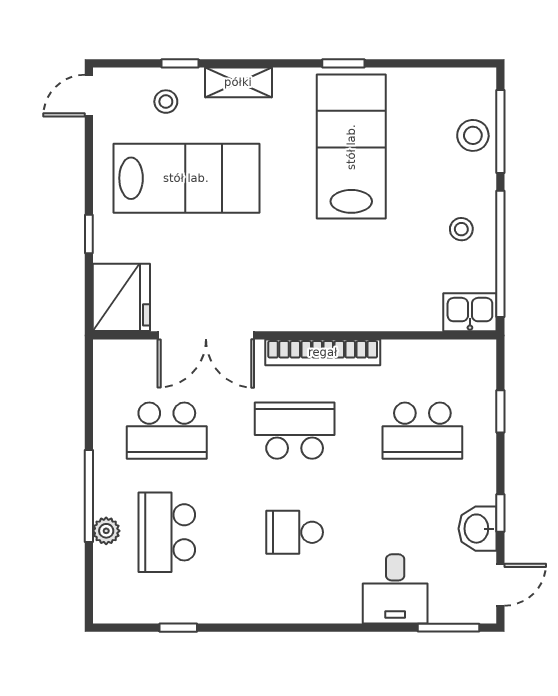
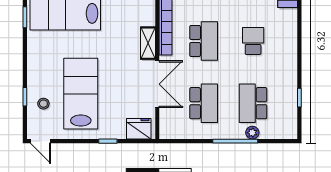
shelving: (238, 82) -> (148, 43), moved
fridge: (121, 297) -> (139, 129), width x0.73, depth x0.75
school desk: (295, 431) -> (204, 41), turned 180
school desk: (167, 532) -> (253, 103), turned 90
school desk: (295, 532) -> (253, 41), turned 180

